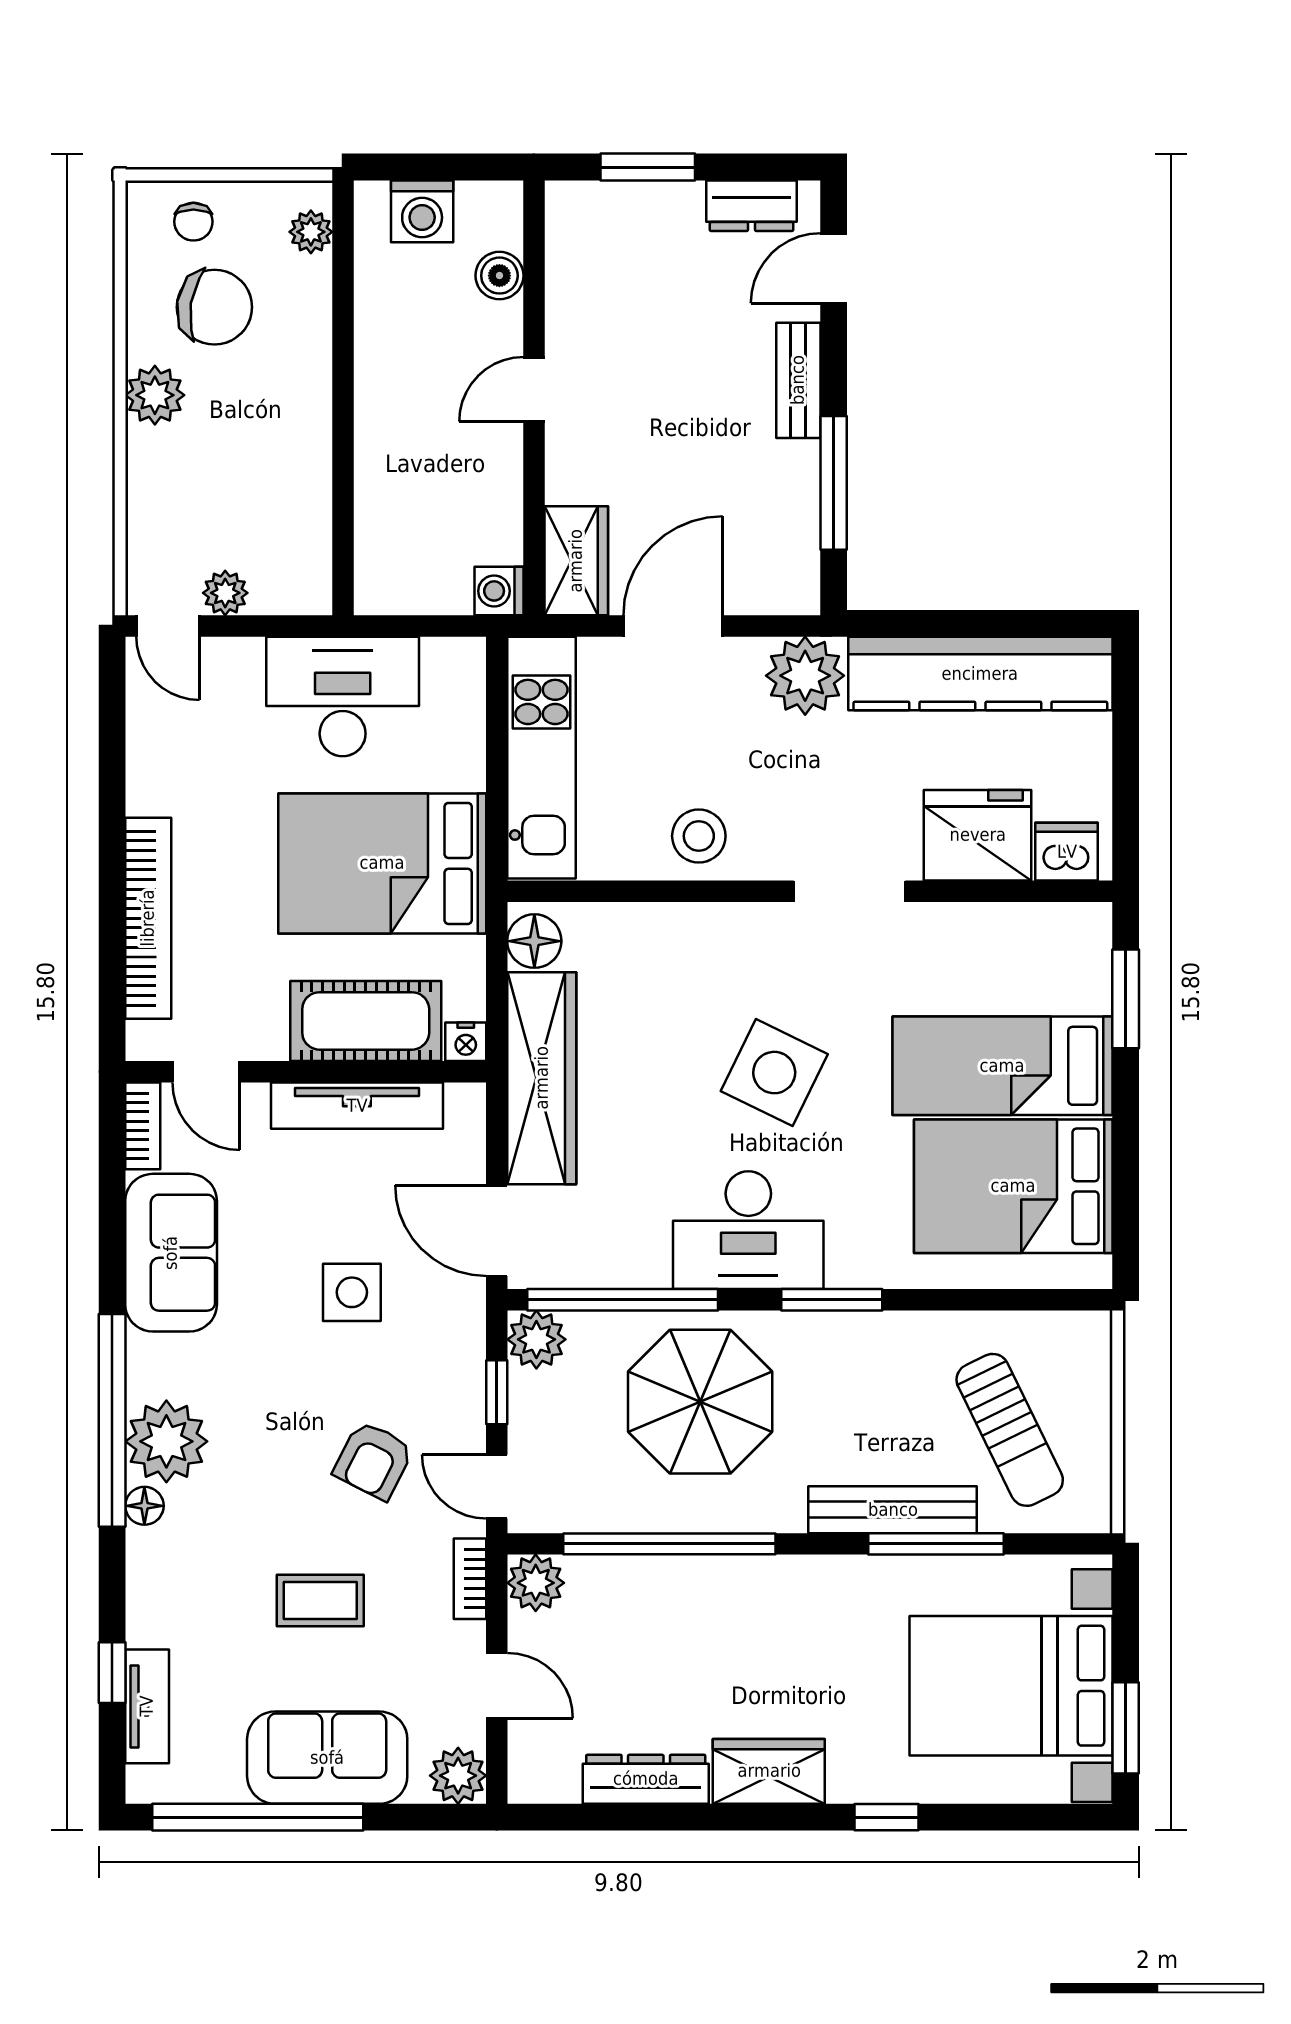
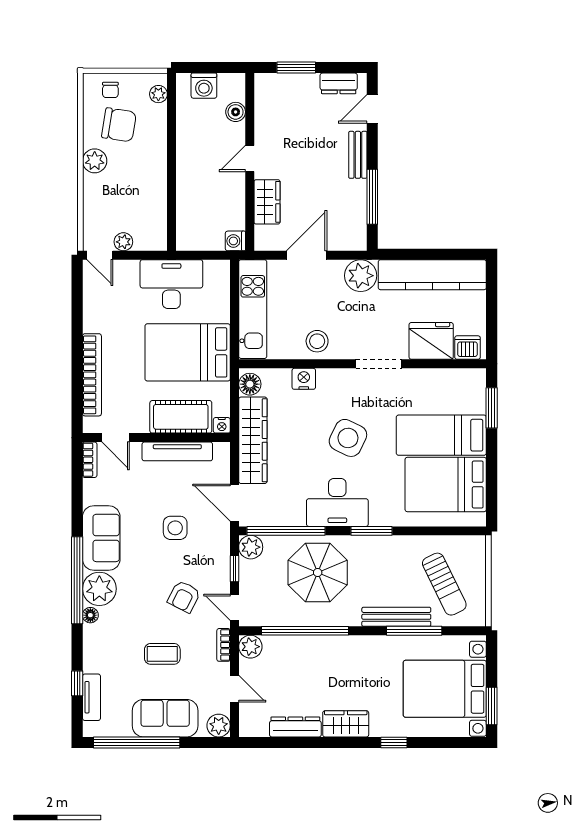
wardrobe: (576, 561) -> (267, 202), moved
nightstand: (666, 928) -> (304, 379), added
sofa: (171, 1253) -> (101, 538), moved

